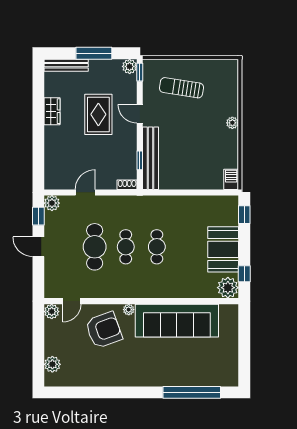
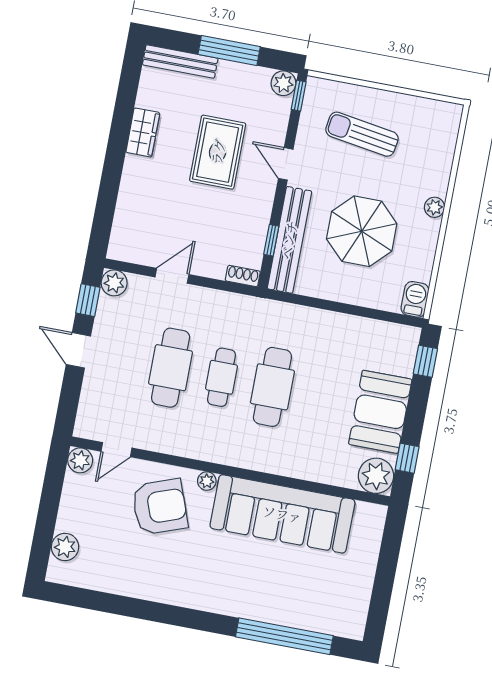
parasol: (192, 145) -> (362, 231), added
cafe table: (157, 247) -> (272, 387), width x1.37, depth x1.35

